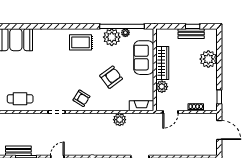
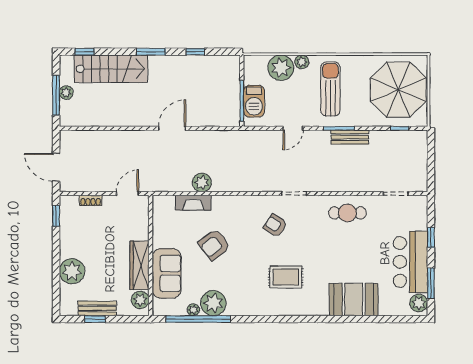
rug: (81, 42) -> (286, 277), moved
plant: (162, 87) -> (140, 300), moved
armchair: (81, 98) -> (275, 226), moved
fireplace: (141, 106) -> (193, 203), moved

